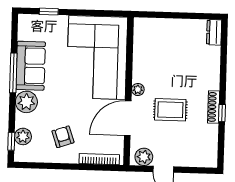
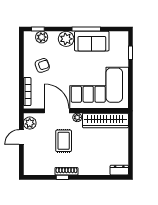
wardrobe: (143, 50) -> (105, 120), added

